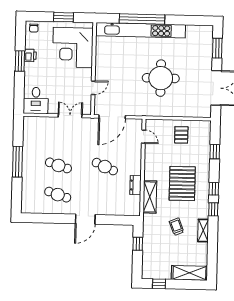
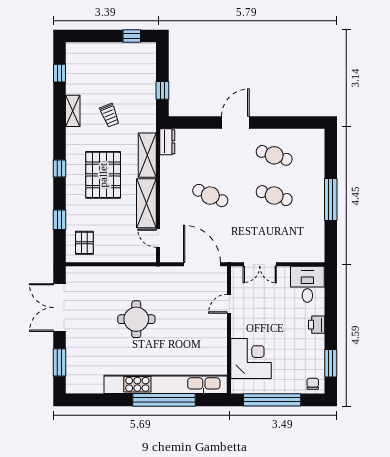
window: (63, 17) -> (272, 400), width x2.11
corner desk: (73, 47) -> (251, 358), width x0.74, depth x0.74
printer: (30, 55) -> (317, 325), moved
window: (20, 61) -> (331, 363), moved
round table: (161, 78) -> (136, 319), width x0.73, depth x0.73
door: (112, 117) -> (202, 264), hinge flipped
pallet: (181, 135) -> (84, 243), moved
dresser: (136, 185) -> (167, 142), moved
window: (213, 209) -> (60, 73), moved
shelving: (189, 273) -> (146, 203), moved, turned 90

